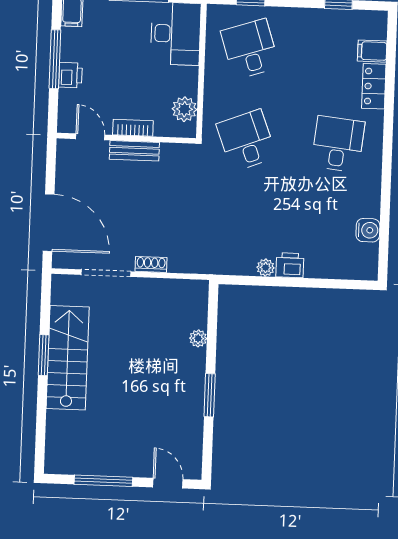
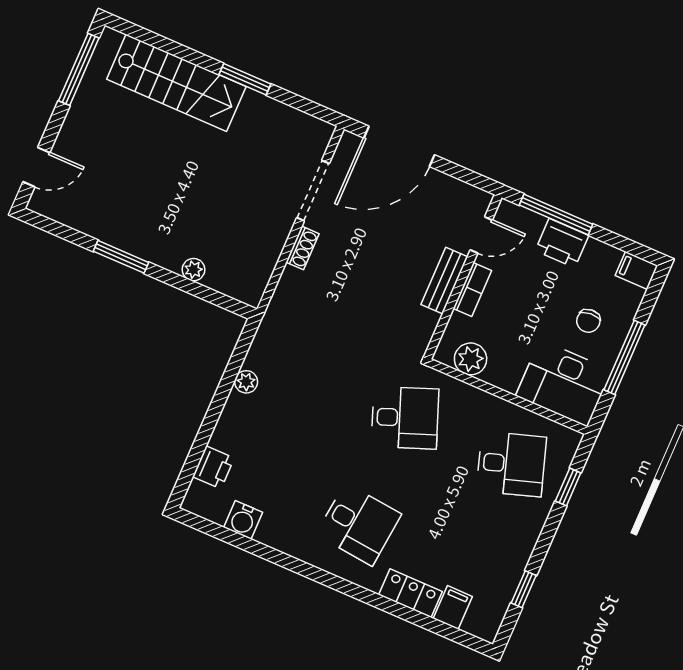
chair: (123, 33) -> (588, 321), added
window: (55, 59) -> (556, 215), moved
printer: (70, 75) -> (562, 243), width x1.36, depth x1.24
printer: (290, 265) -> (213, 467), moved
stairs: (68, 358) -> (176, 83), moved
window: (103, 481) -> (79, 69), moved

